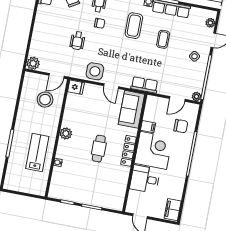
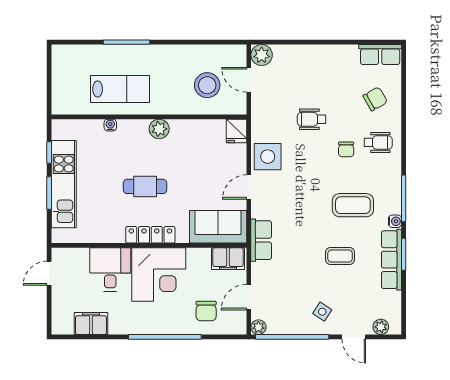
door: (56, 76) -> (249, 80), moved
door: (177, 99) -> (249, 297), hinge flipped
filing cabinet: (148, 127) -> (228, 259), moved, width x2.00
kitchen unit: (88, 197) -> (64, 184), added
filing cabinet: (173, 210) -> (91, 324), moved

